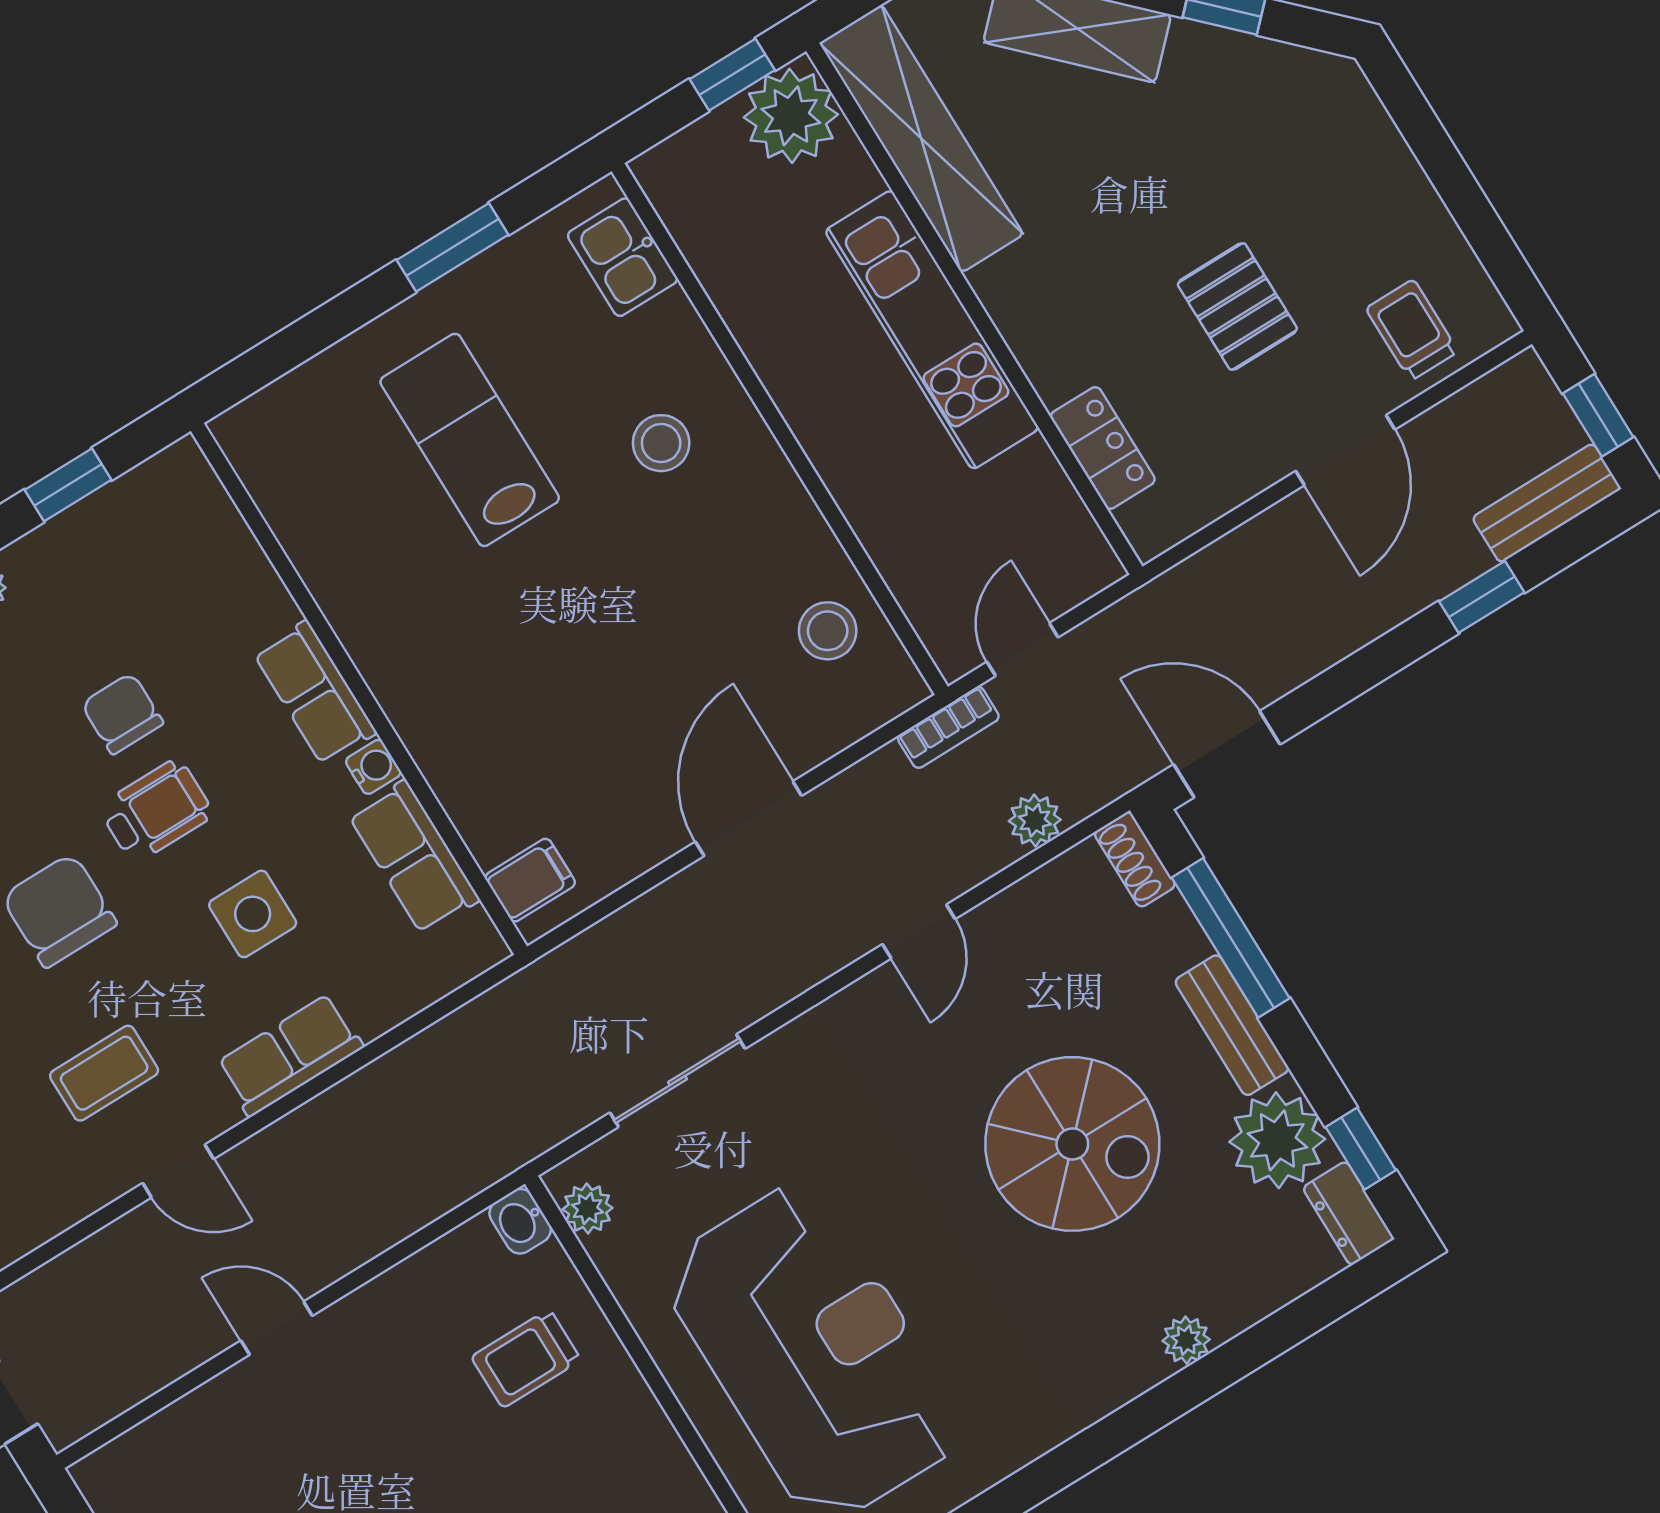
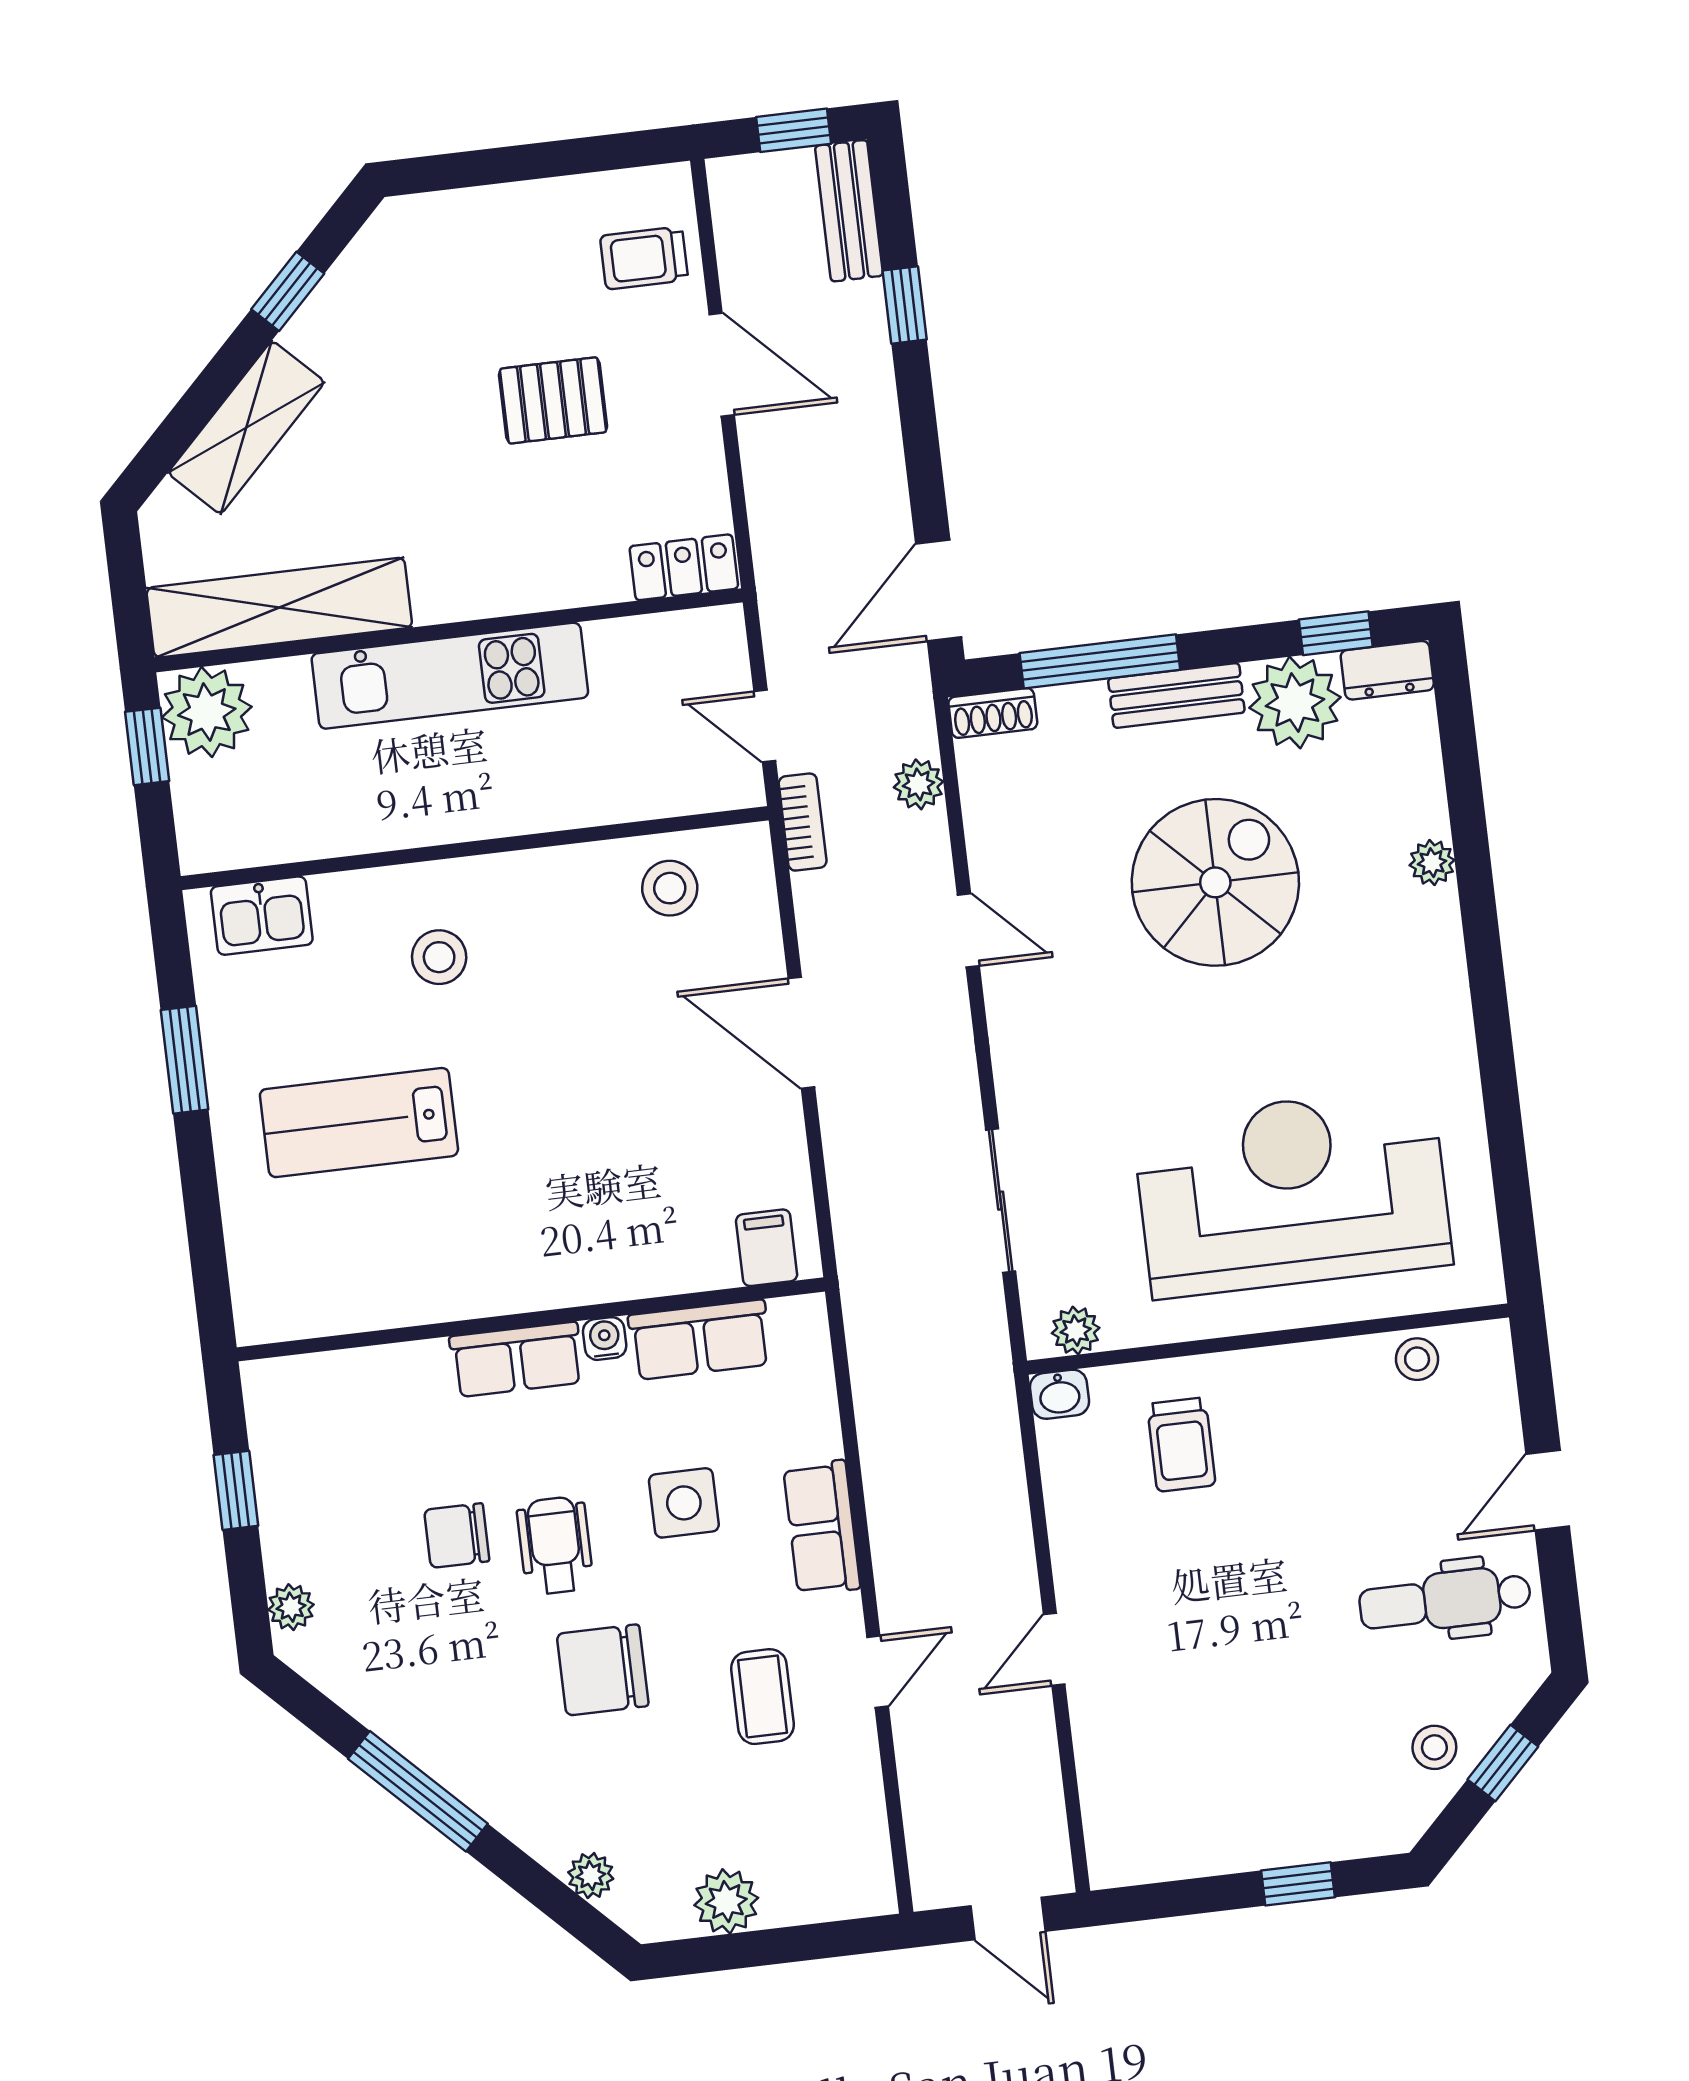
locker: (1103, 448) -> (684, 567), moved

